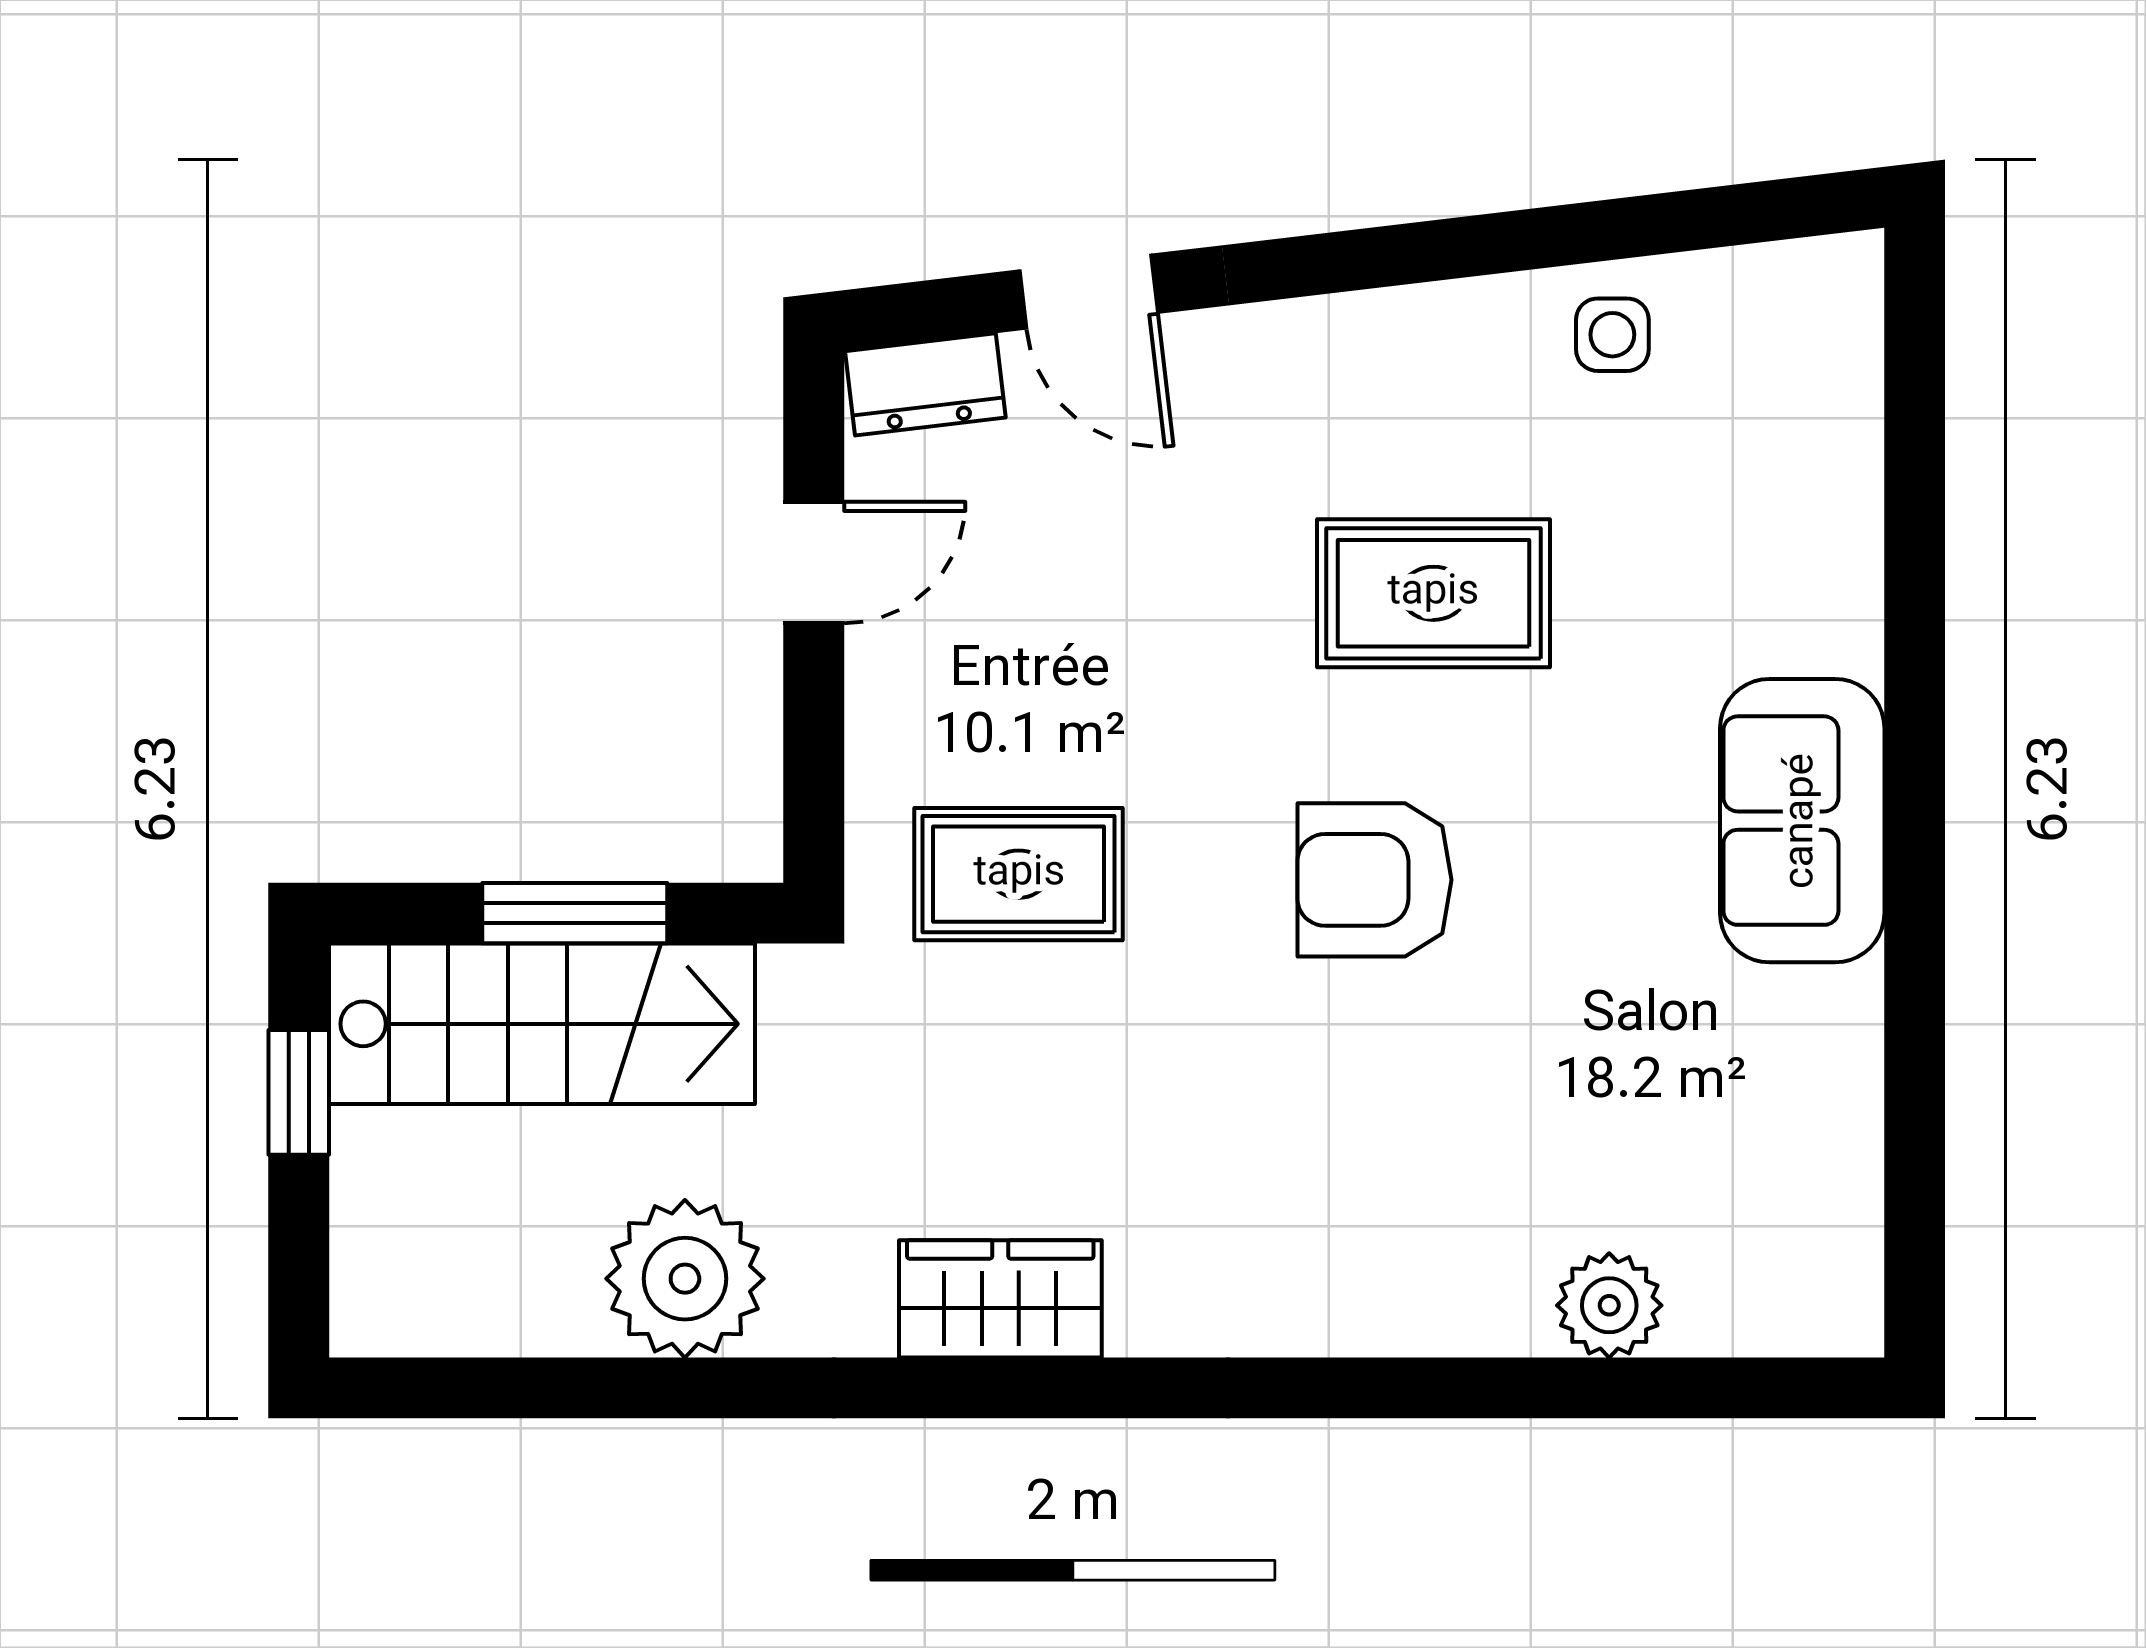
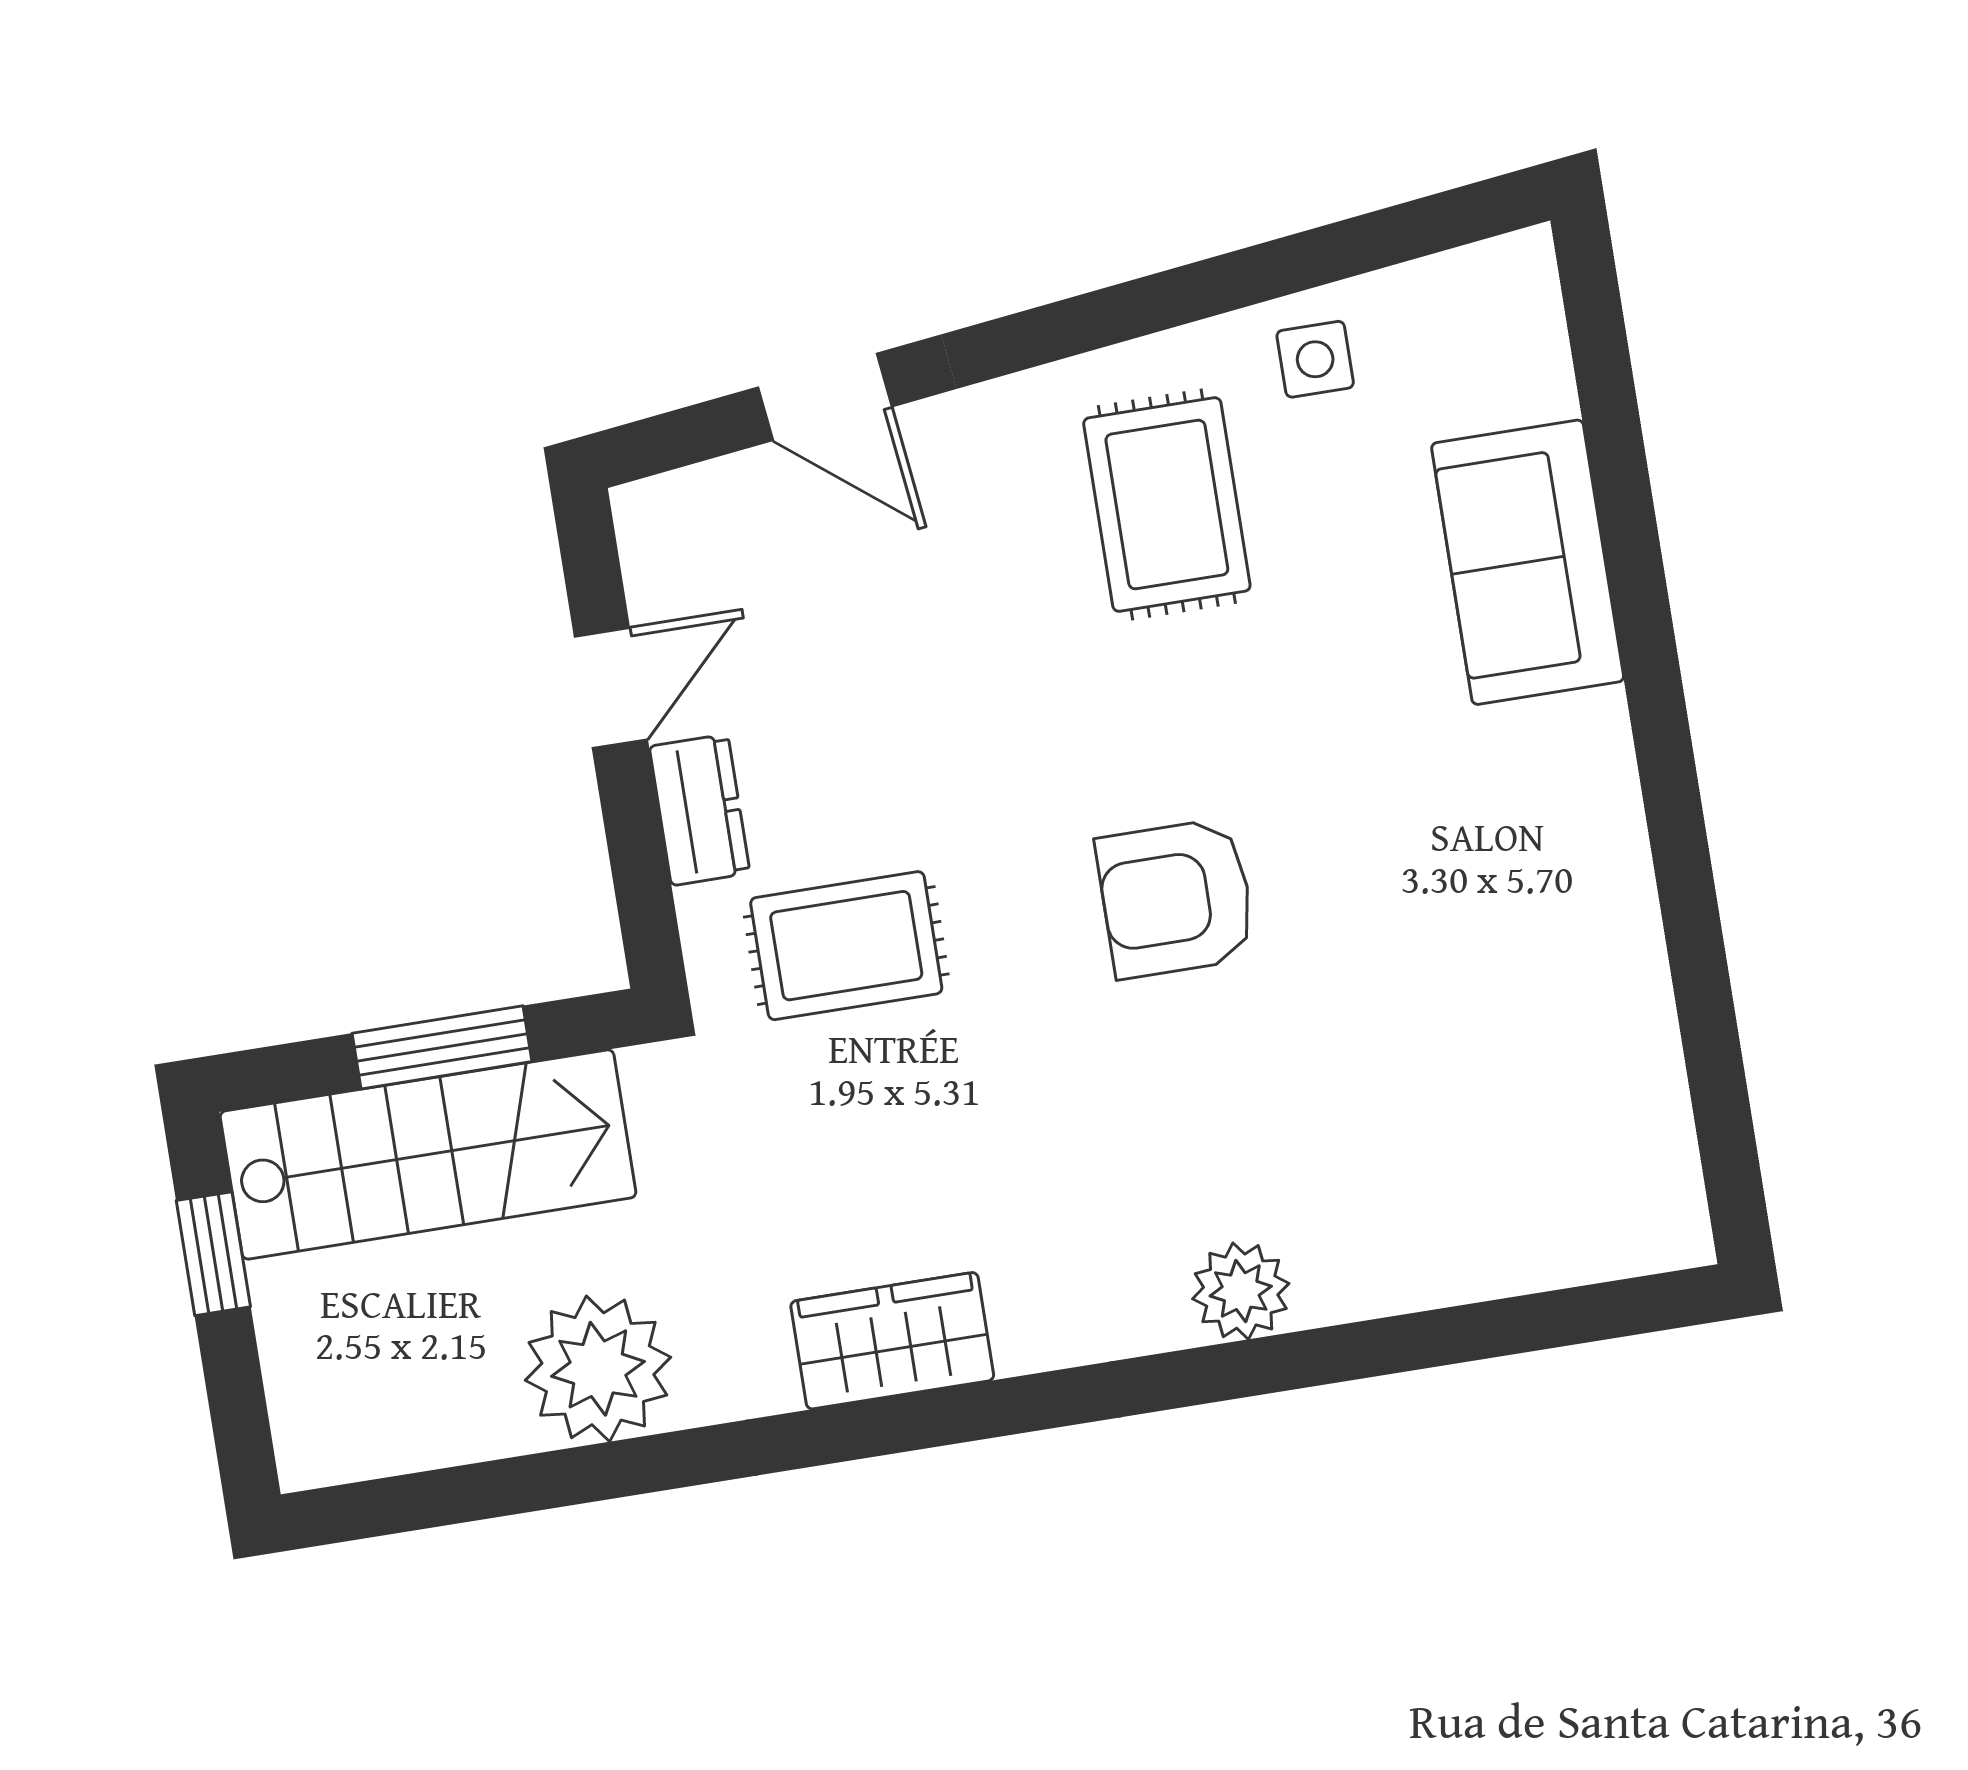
dresser: (925, 384) -> (700, 810), moved, turned -83
rug: (1433, 593) -> (1167, 505), moved, turned 90
sofa: (1802, 821) -> (1528, 562), moved
plant: (1609, 1305) -> (1241, 1291), moved

